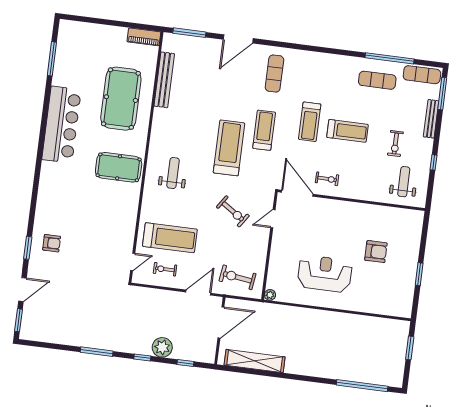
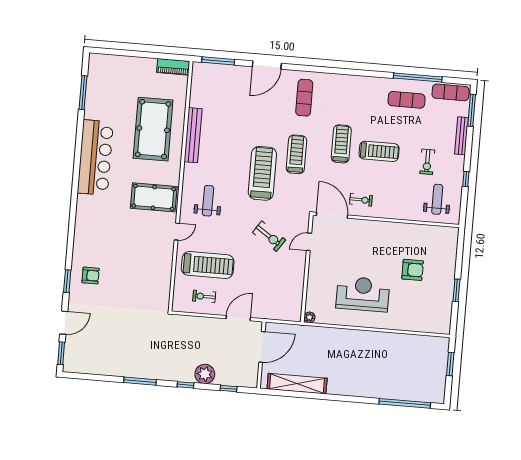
bench: (164, 80) -> (193, 135), moved
treadmill: (310, 122) -> (341, 144), turned 180
door: (133, 262) -> (177, 232), moved
exercise bike: (237, 277) -> (276, 301), removed

